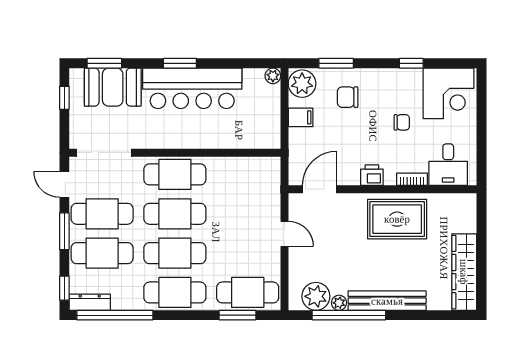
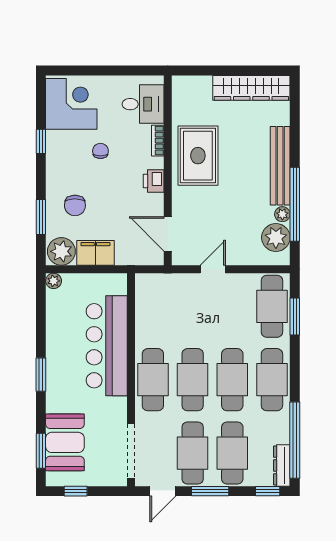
bar counter: (192, 88) -> (107, 346), moved, turned 180
filing cabinet: (301, 117) -> (95, 253), width x2.00

